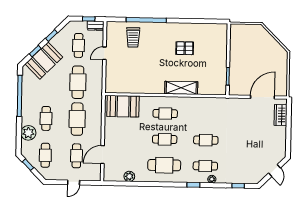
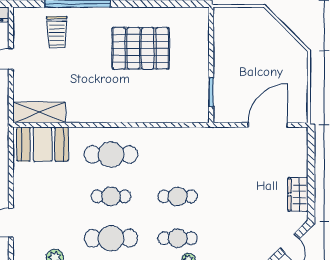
pallet: (185, 48) -> (141, 48), width x2.05, depth x2.00
shelving: (181, 88) -> (39, 112), moved
cafe table: (165, 114) -> (111, 155), width x1.37, depth x1.35
wardrobe: (281, 115) -> (298, 194), moved

